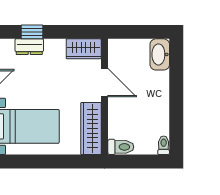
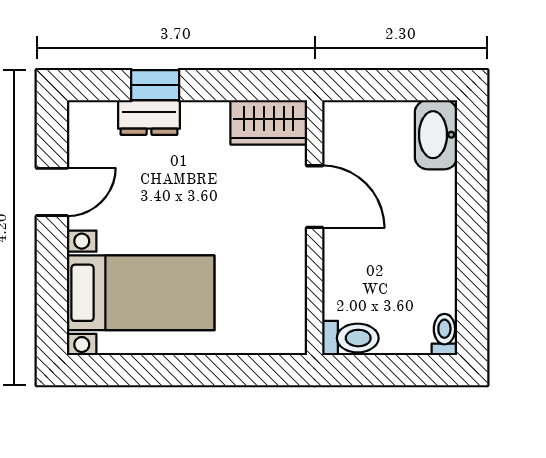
wardrobe: (91, 129) -> (285, 298), removed

